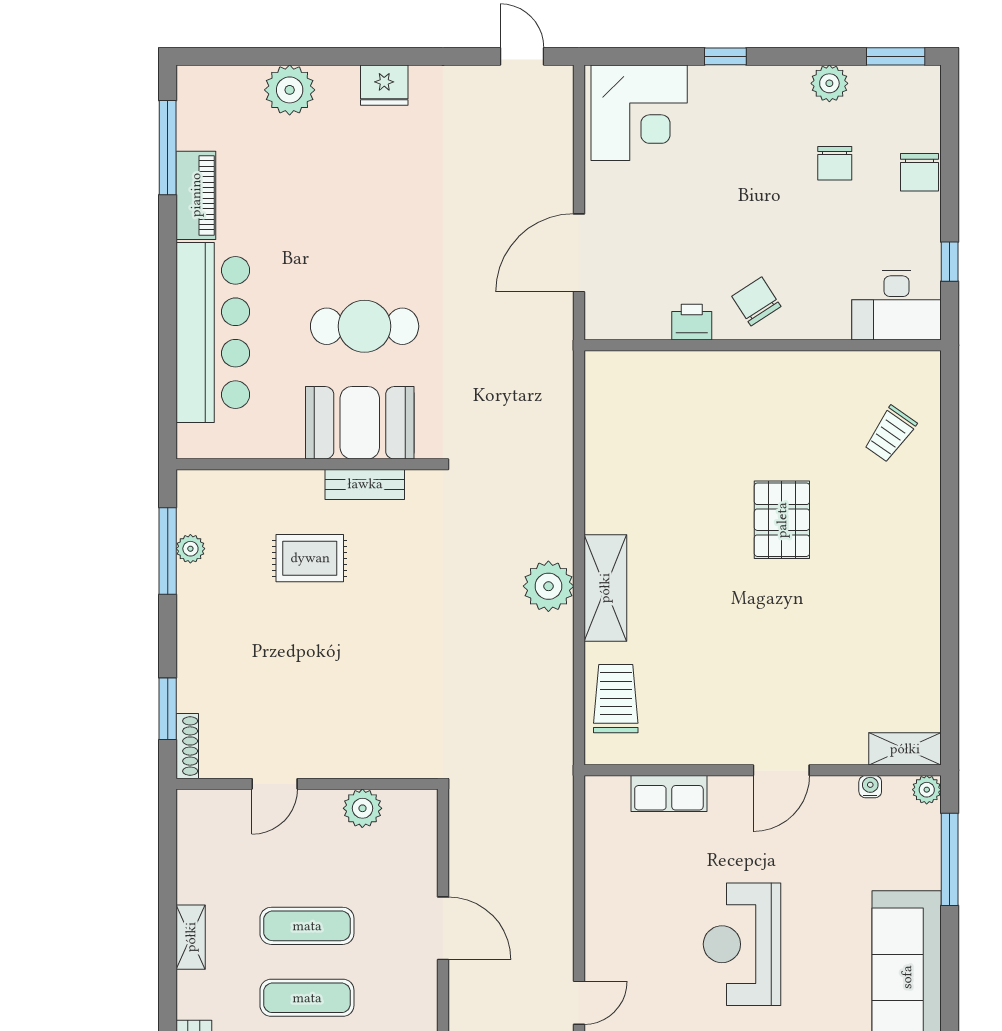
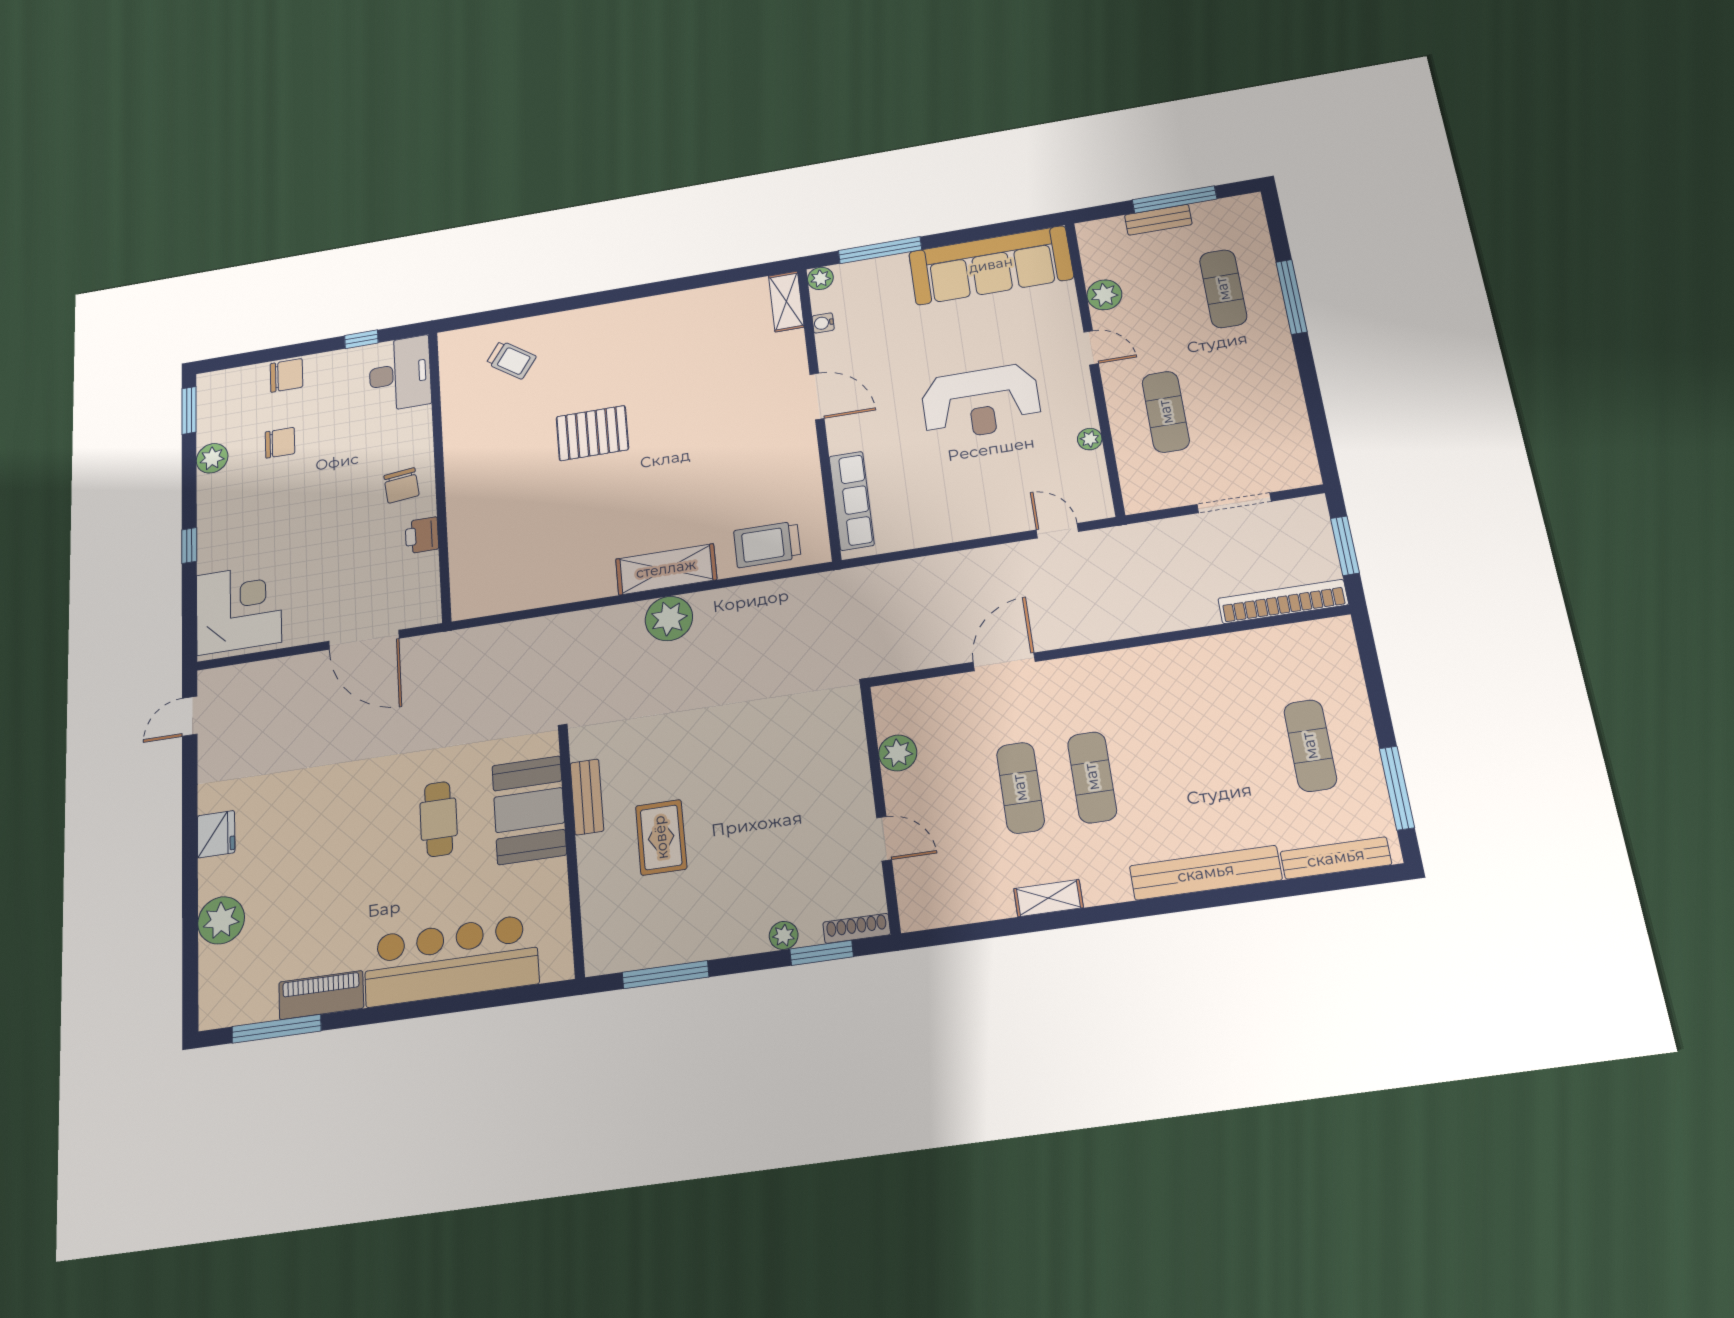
chair: (756, 301) -> (401, 485), turned -63
cafe table: (365, 326) -> (439, 819), width x0.73, depth x0.74
plant: (190, 549) -> (784, 935), moved
row of seats: (669, 793) -> (852, 501), width x1.48

